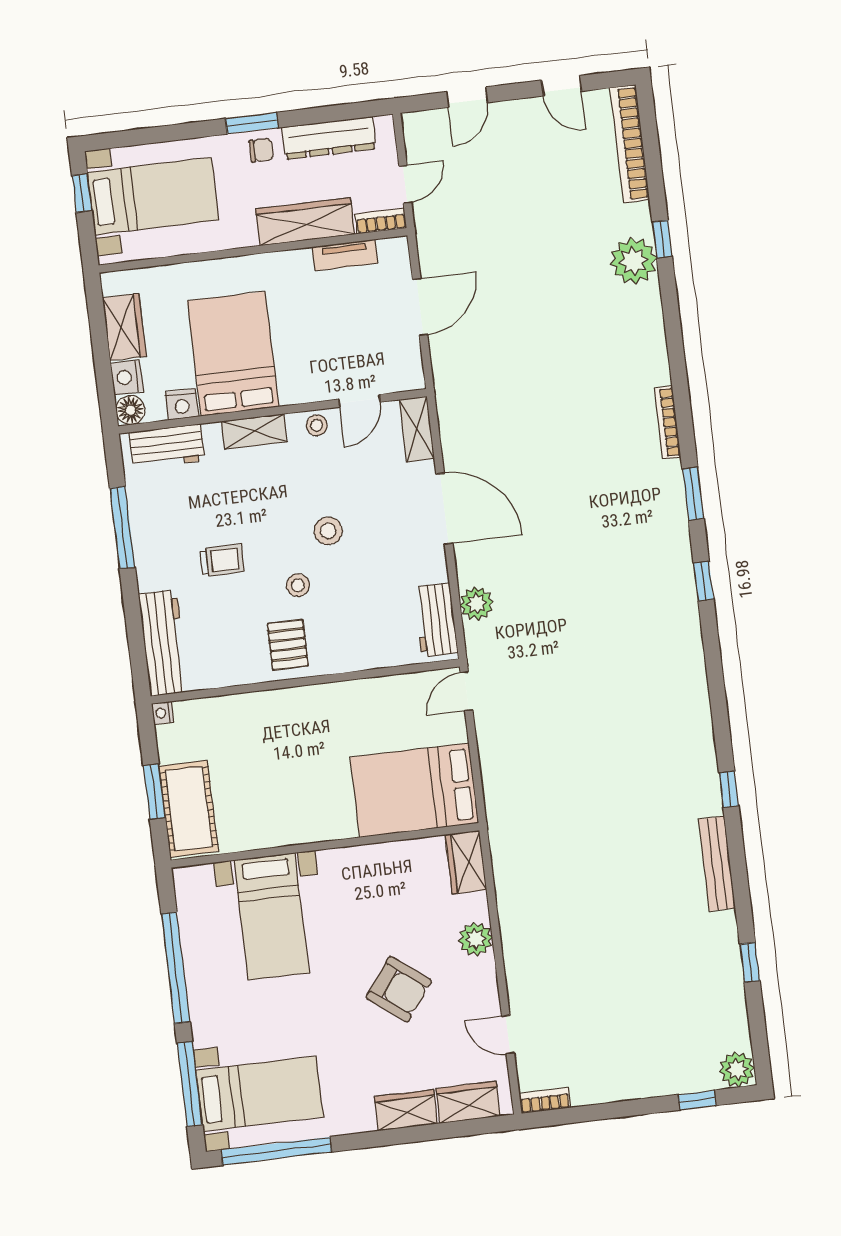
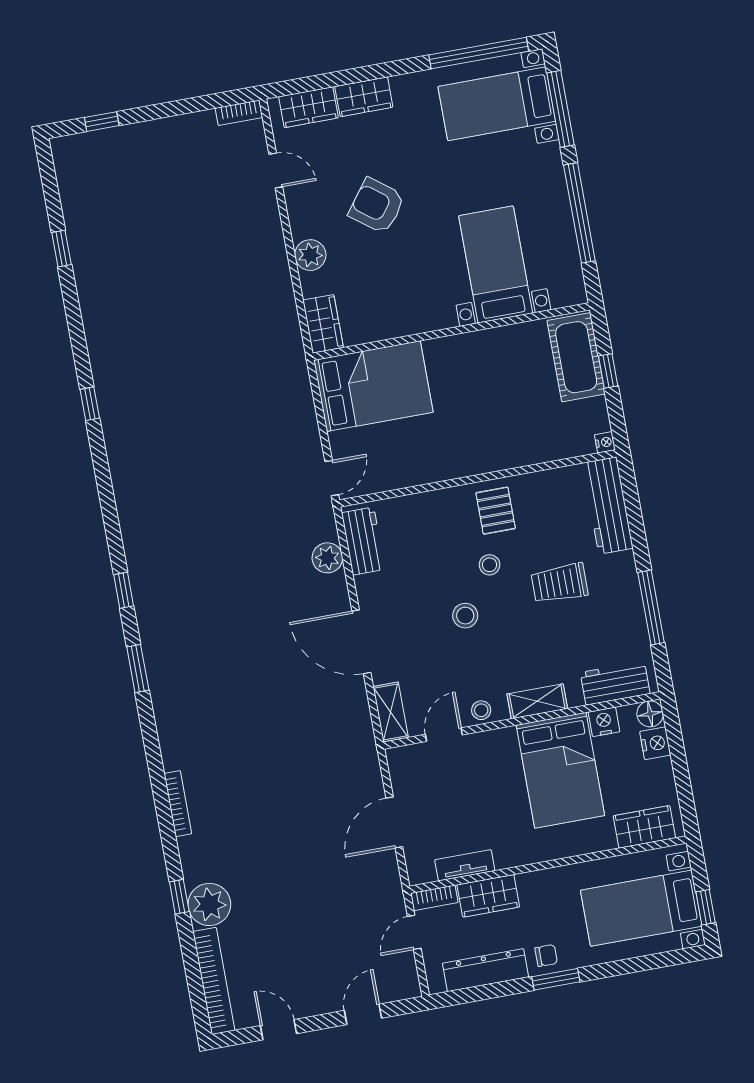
chair: (261, 150) -> (546, 955), turned 180
wardrobe: (305, 222) -> (488, 896), width x0.67
plant: (633, 261) -> (209, 904), moved
wardrobe: (124, 327) -> (644, 827), moved, turned 90
bookcase: (667, 423) -> (178, 804), moved
trolley: (222, 560) -> (559, 583), width x1.36, depth x1.39
window: (154, 791) -> (608, 371), width x0.67
bench: (717, 864) -> (96, 336), removed
plant: (737, 1070) -> (67, 151), removed

